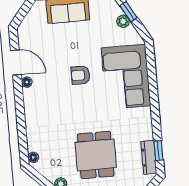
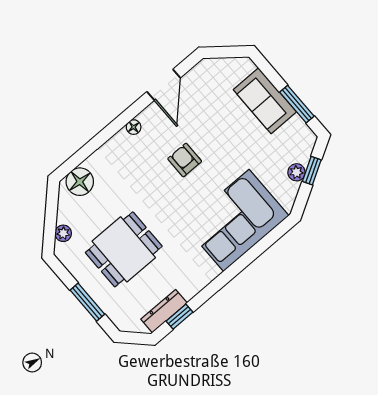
armchair: (80, 75) -> (185, 160), moved
floor lamp: (27, 82) -> (134, 127), moved
floor lamp: (33, 157) -> (80, 182), width x1.89, depth x1.89

